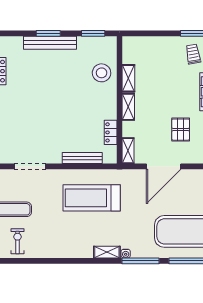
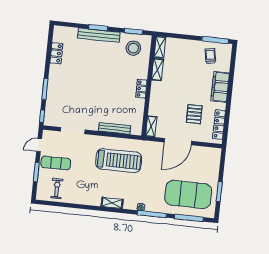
stool: (102, 73) -> (133, 48), moved
shelving: (128, 107) -> (160, 47), moved
locker: (111, 132) -> (141, 89), moved
treadmill: (92, 198) -> (119, 161), turned 180
shelving: (107, 252) -> (112, 203), moved

